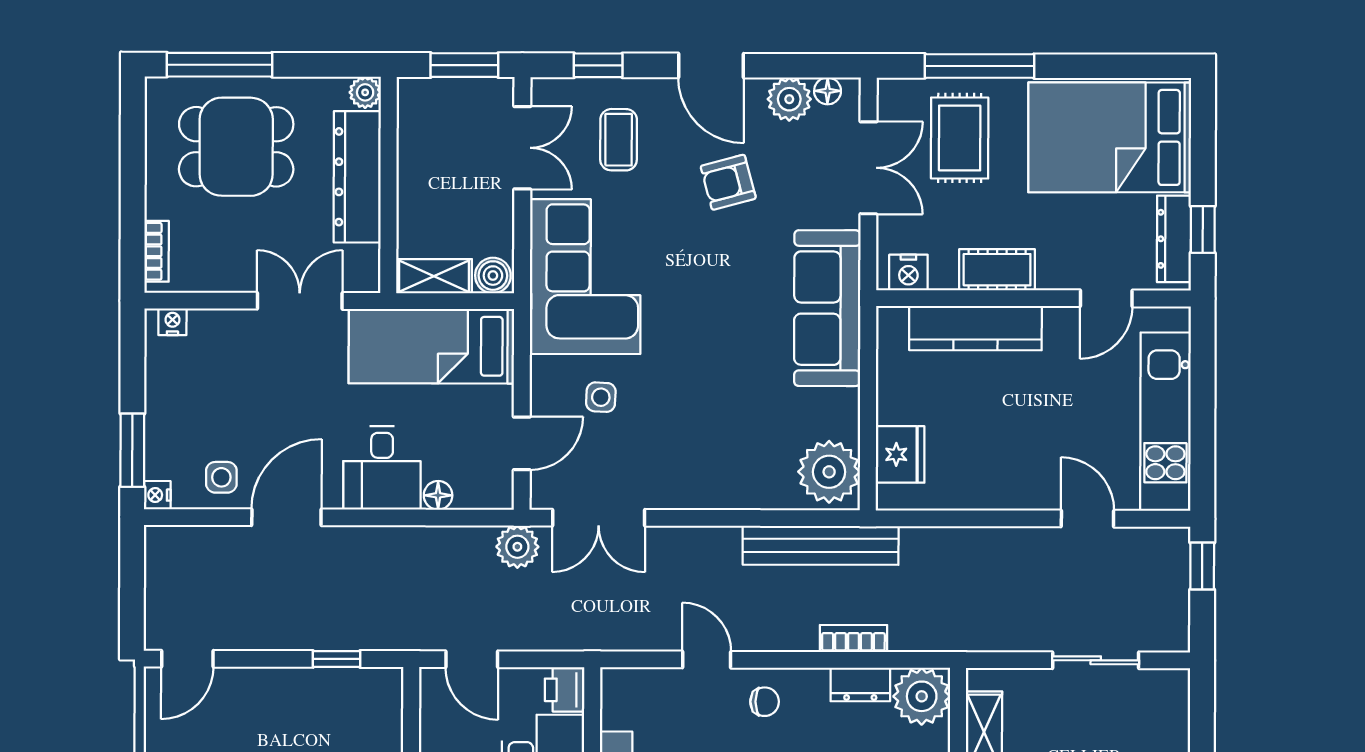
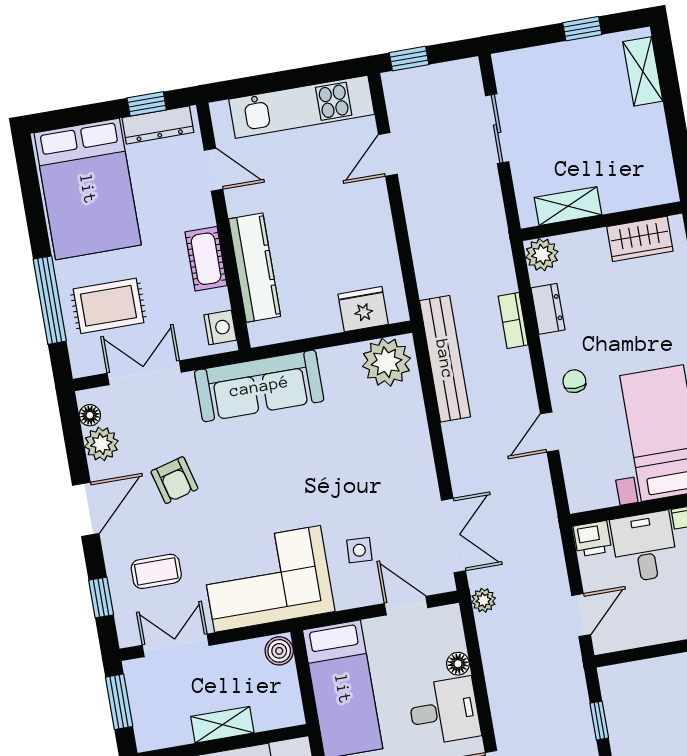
shelving: (434, 276) -> (222, 725), moved, turned 90
plant: (517, 547) -> (483, 600), width x0.73, depth x0.73
plant: (922, 696) -> (542, 255), width x0.73, depth x0.73

